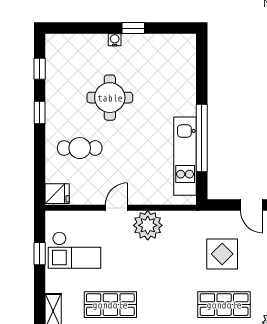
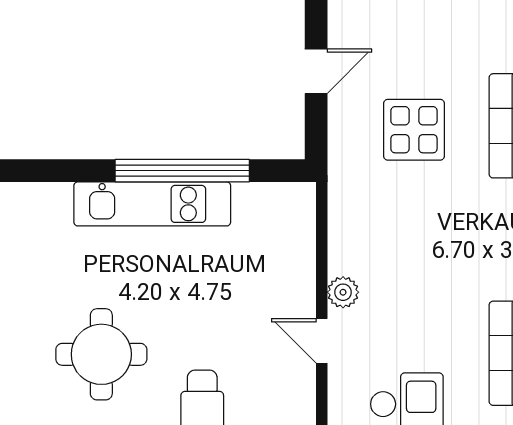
kitchen unit: (185, 156) -> (152, 204), moved
plant: (148, 225) -> (343, 292), width x0.53, depth x0.53

